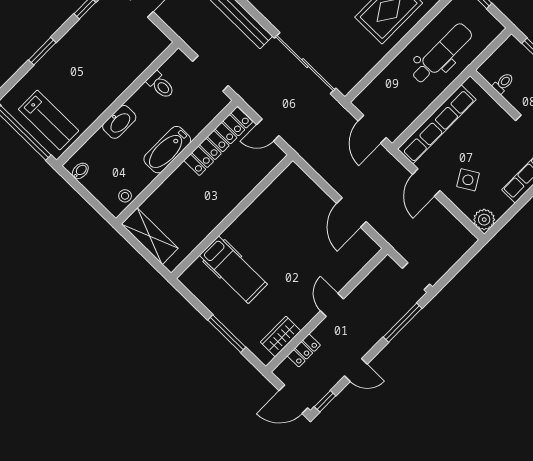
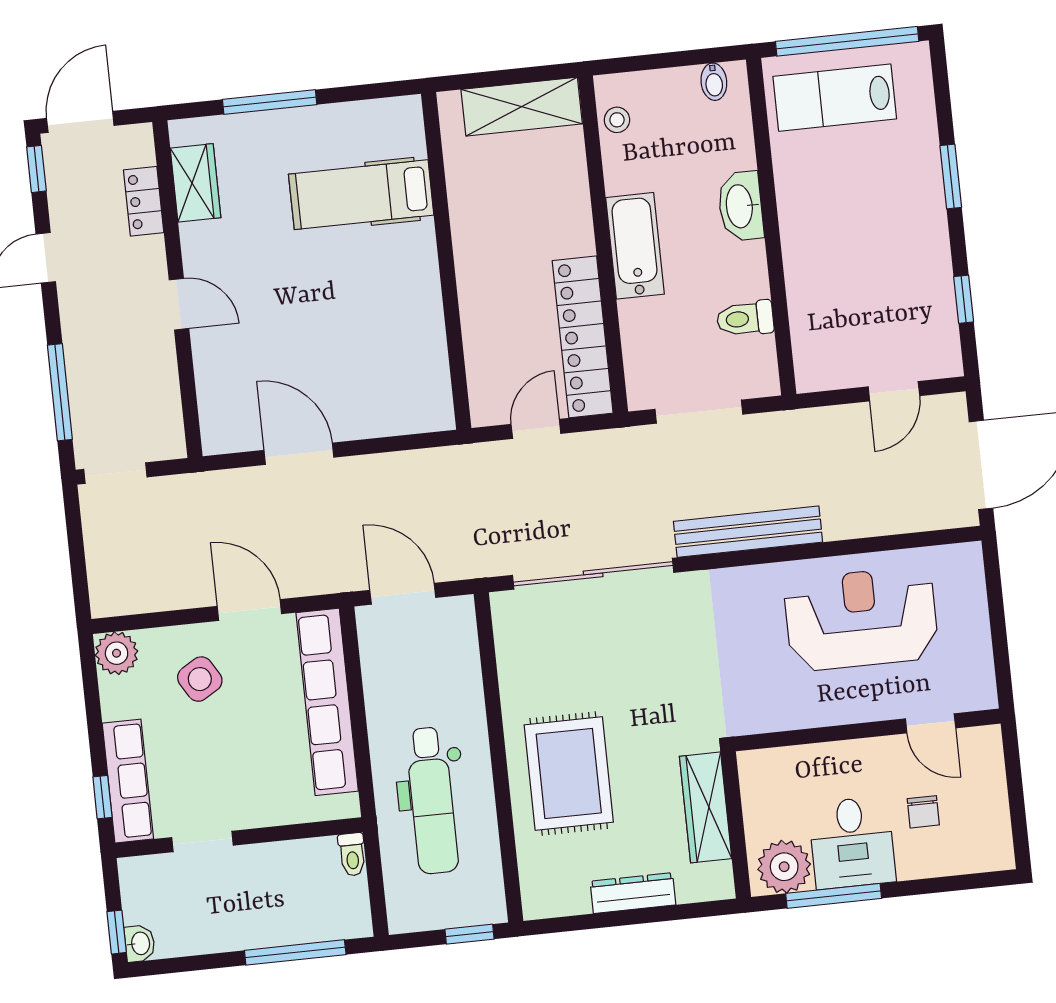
toilet: (503, 83) -> (352, 854), moved

